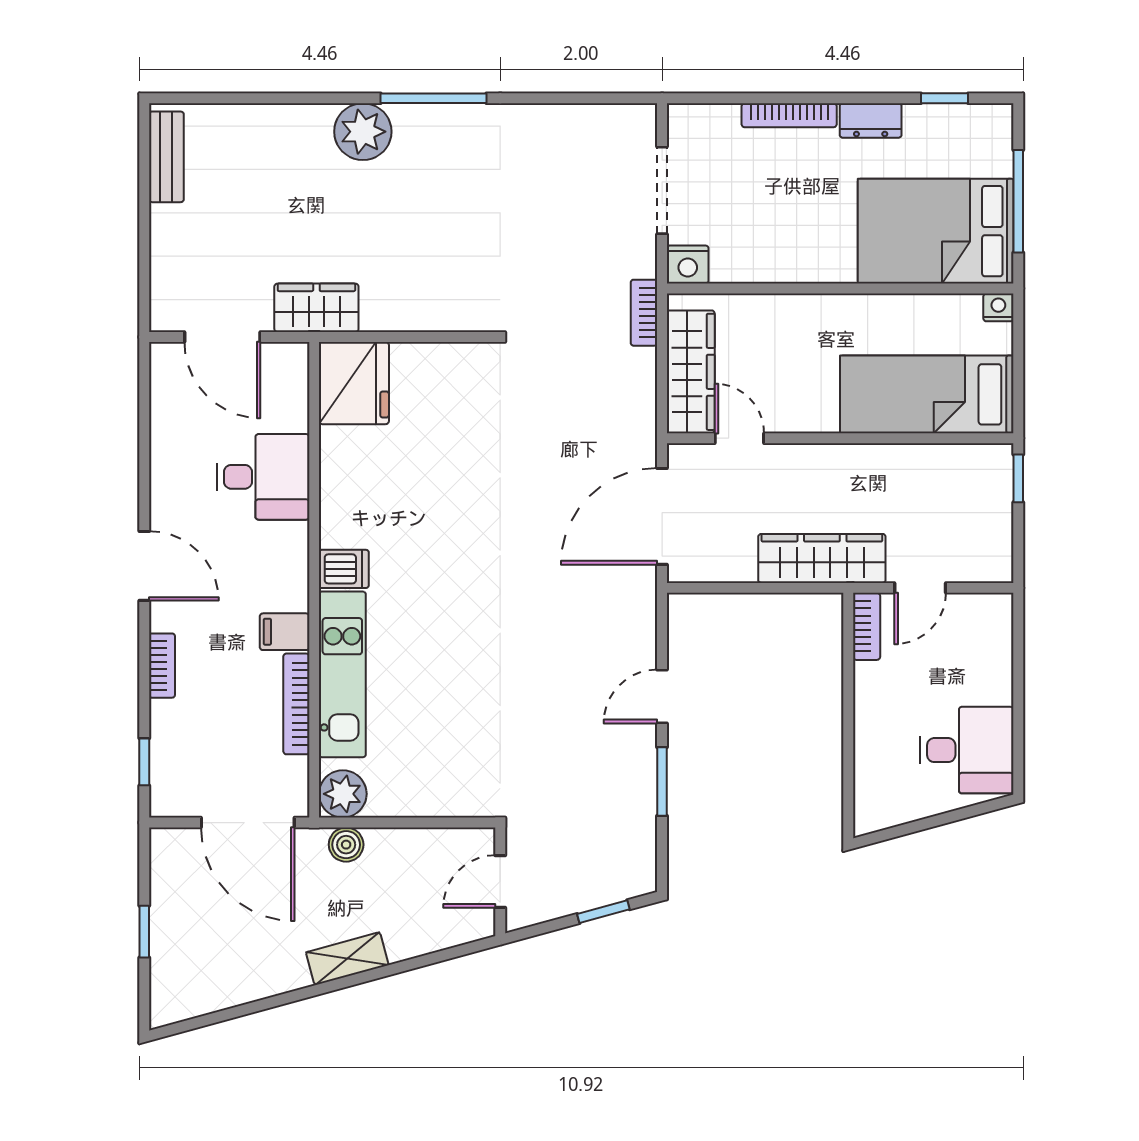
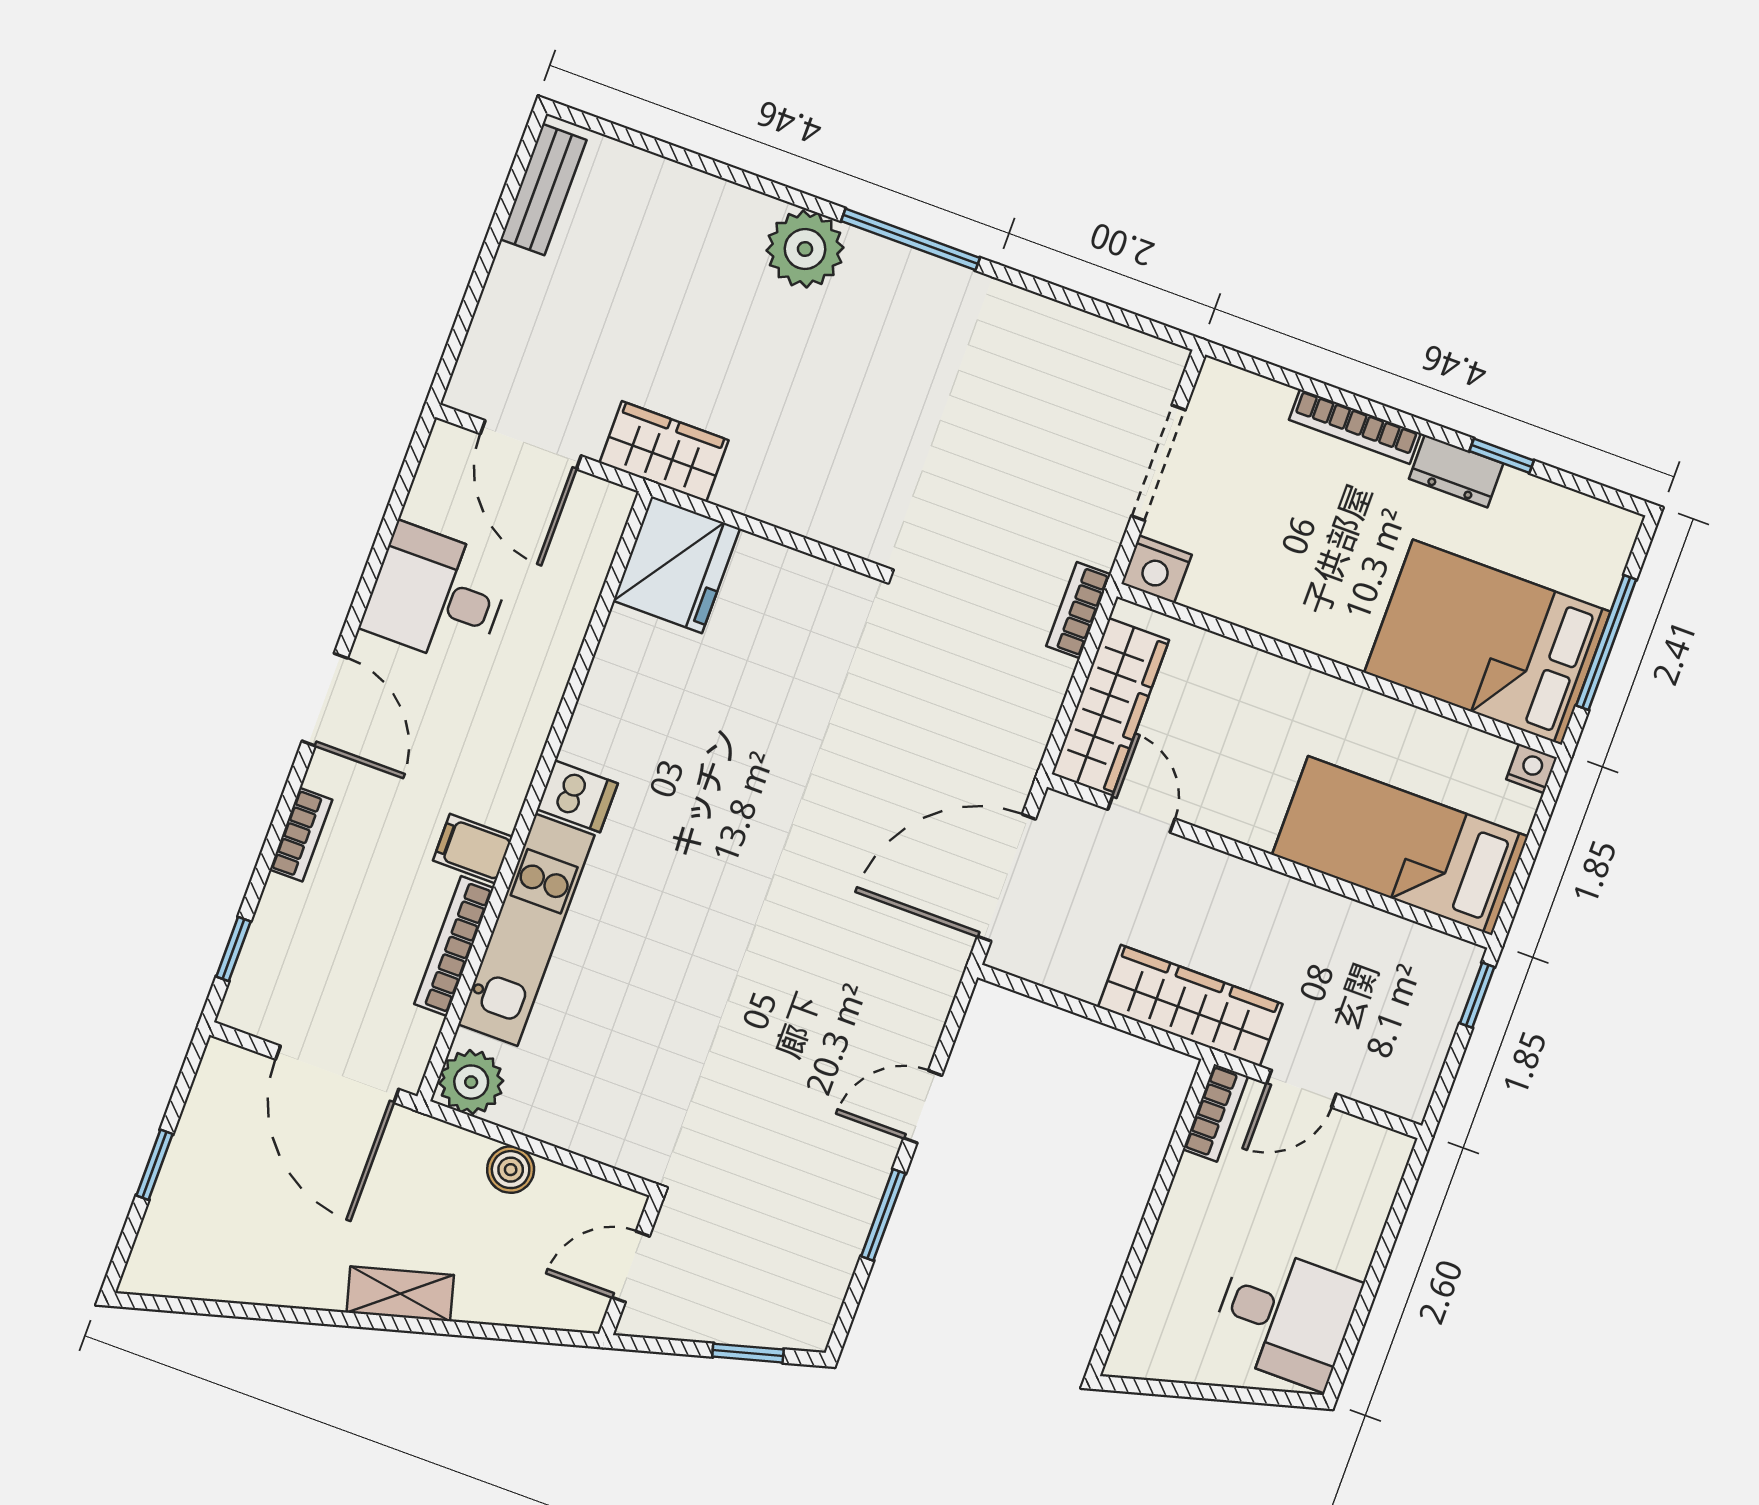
window: (945, 98) -> (1502, 456), moved
desk: (263, 477) -> (437, 595), moved, turned 180
boiler: (346, 845) -> (511, 1170), moved

